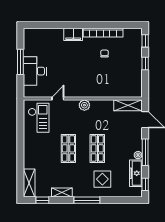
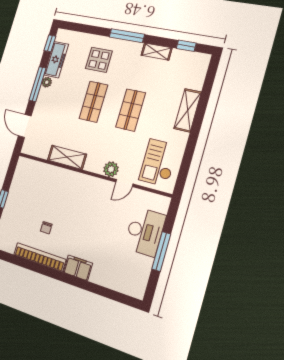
plant: (84, 105) -> (111, 169), moved
shelving: (128, 105) -> (67, 157), moved
shelving: (29, 183) -> (188, 110), moved

